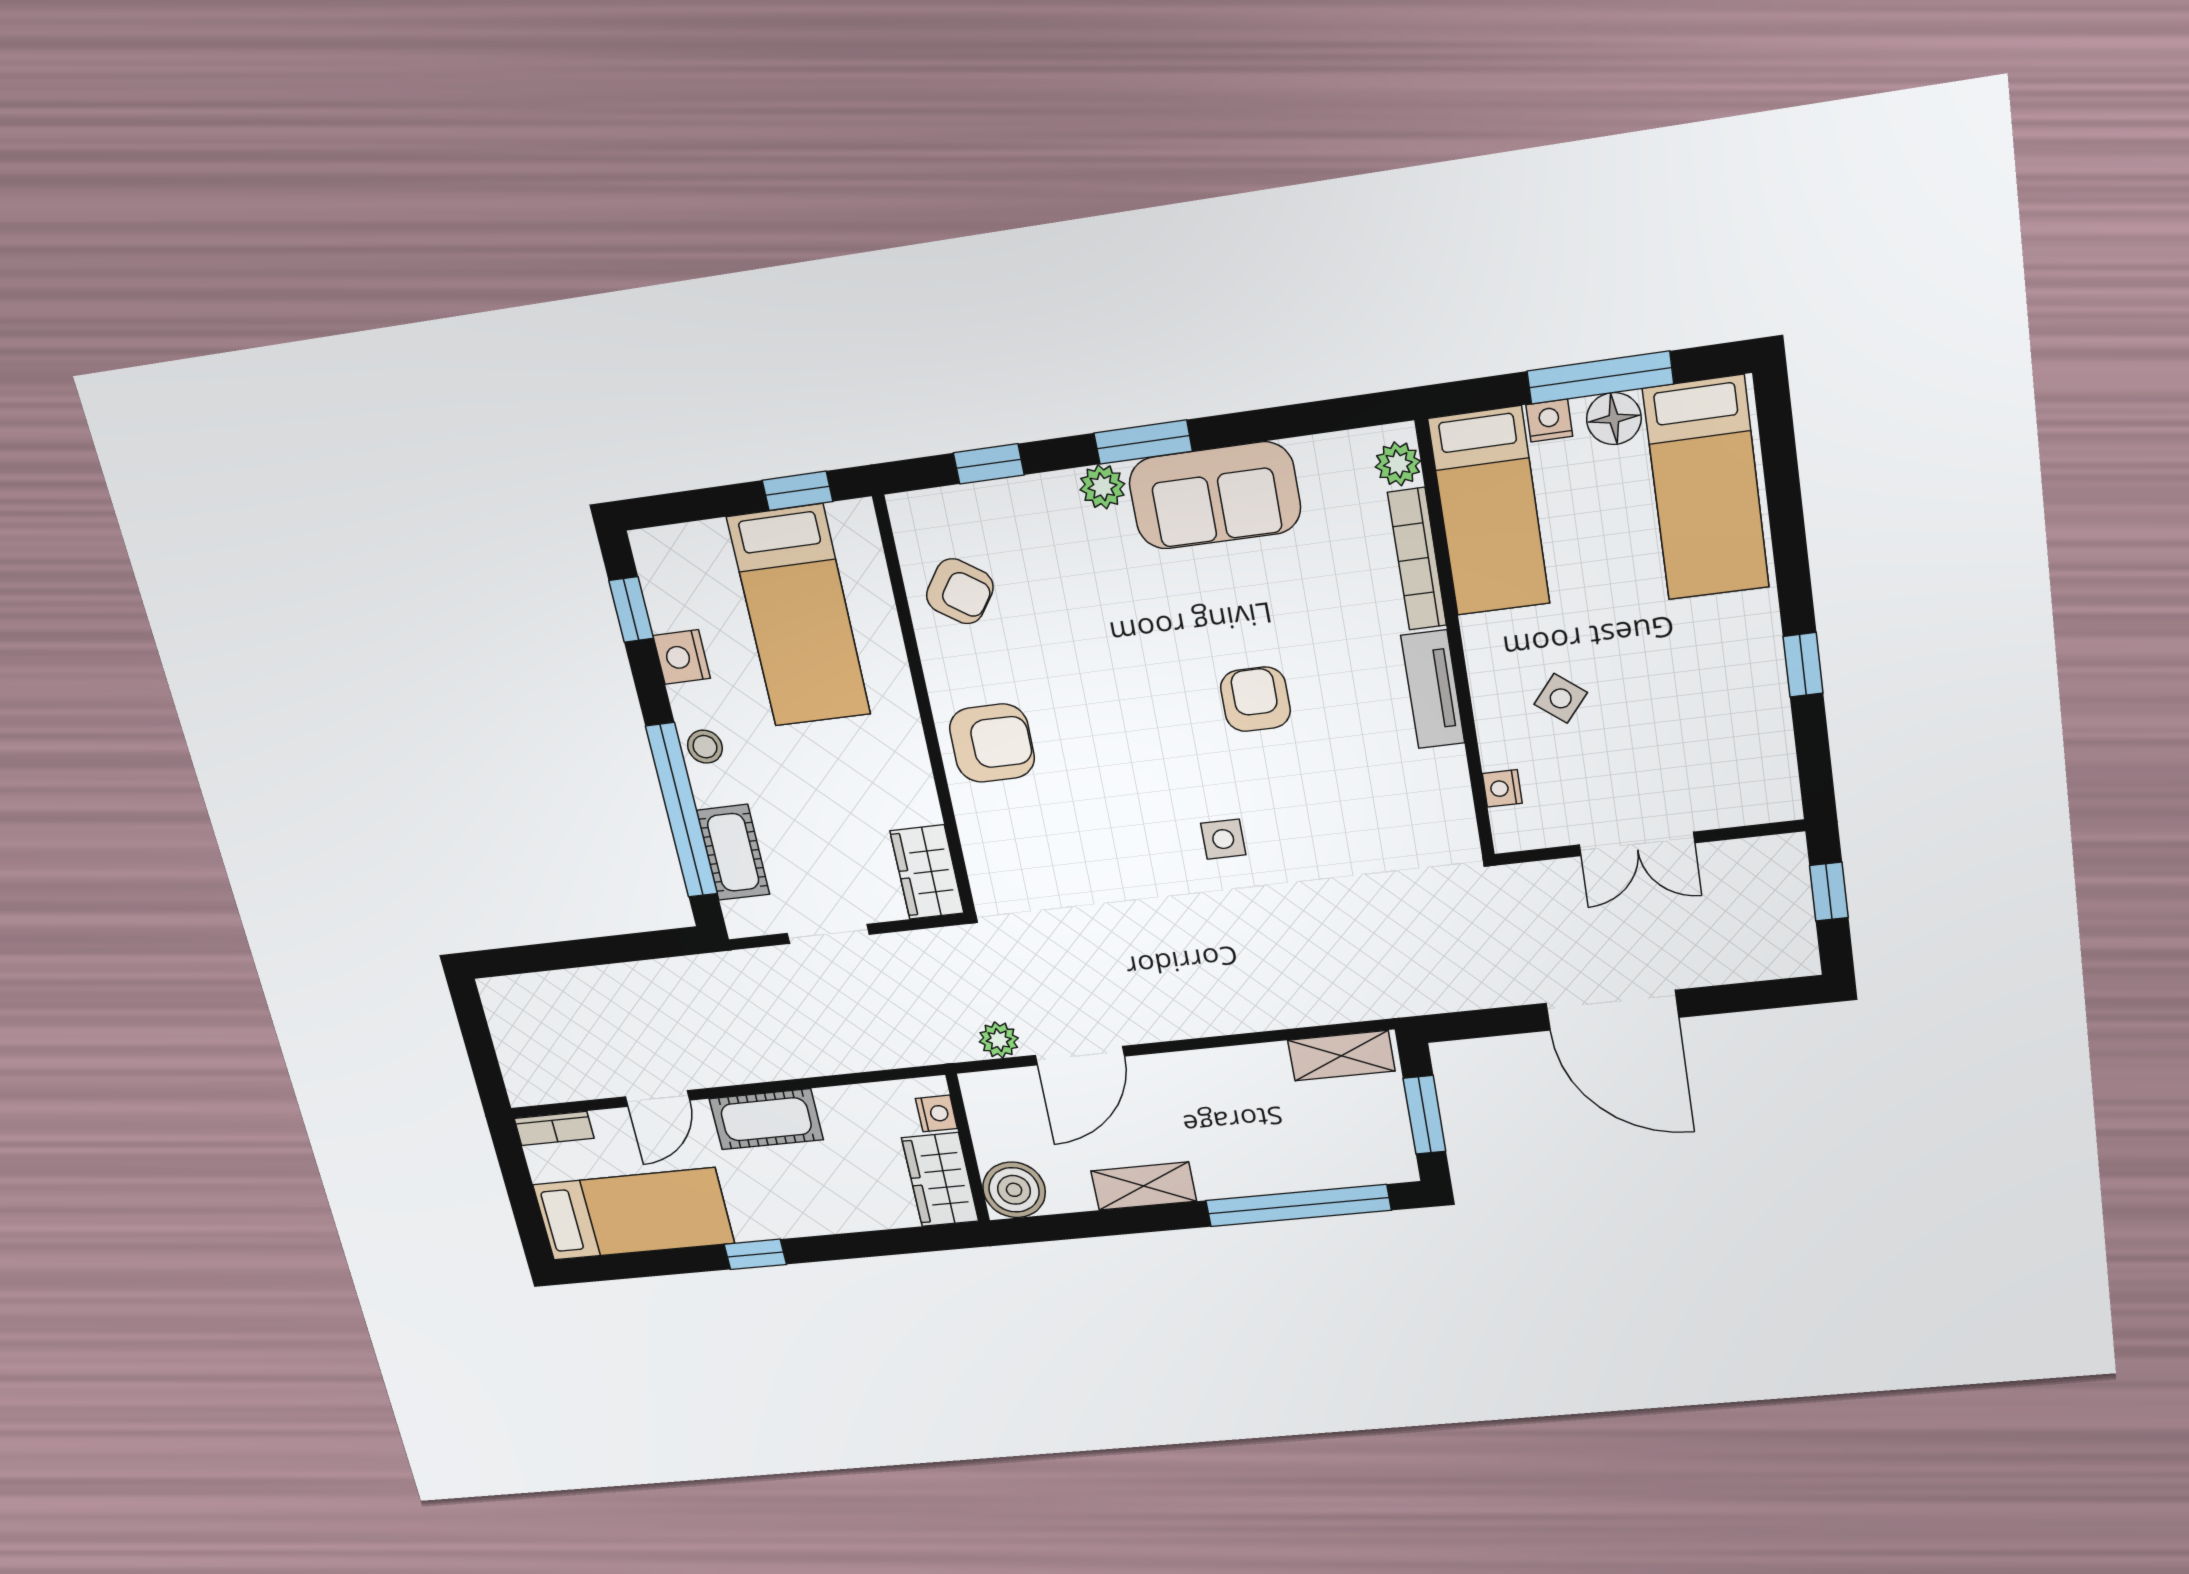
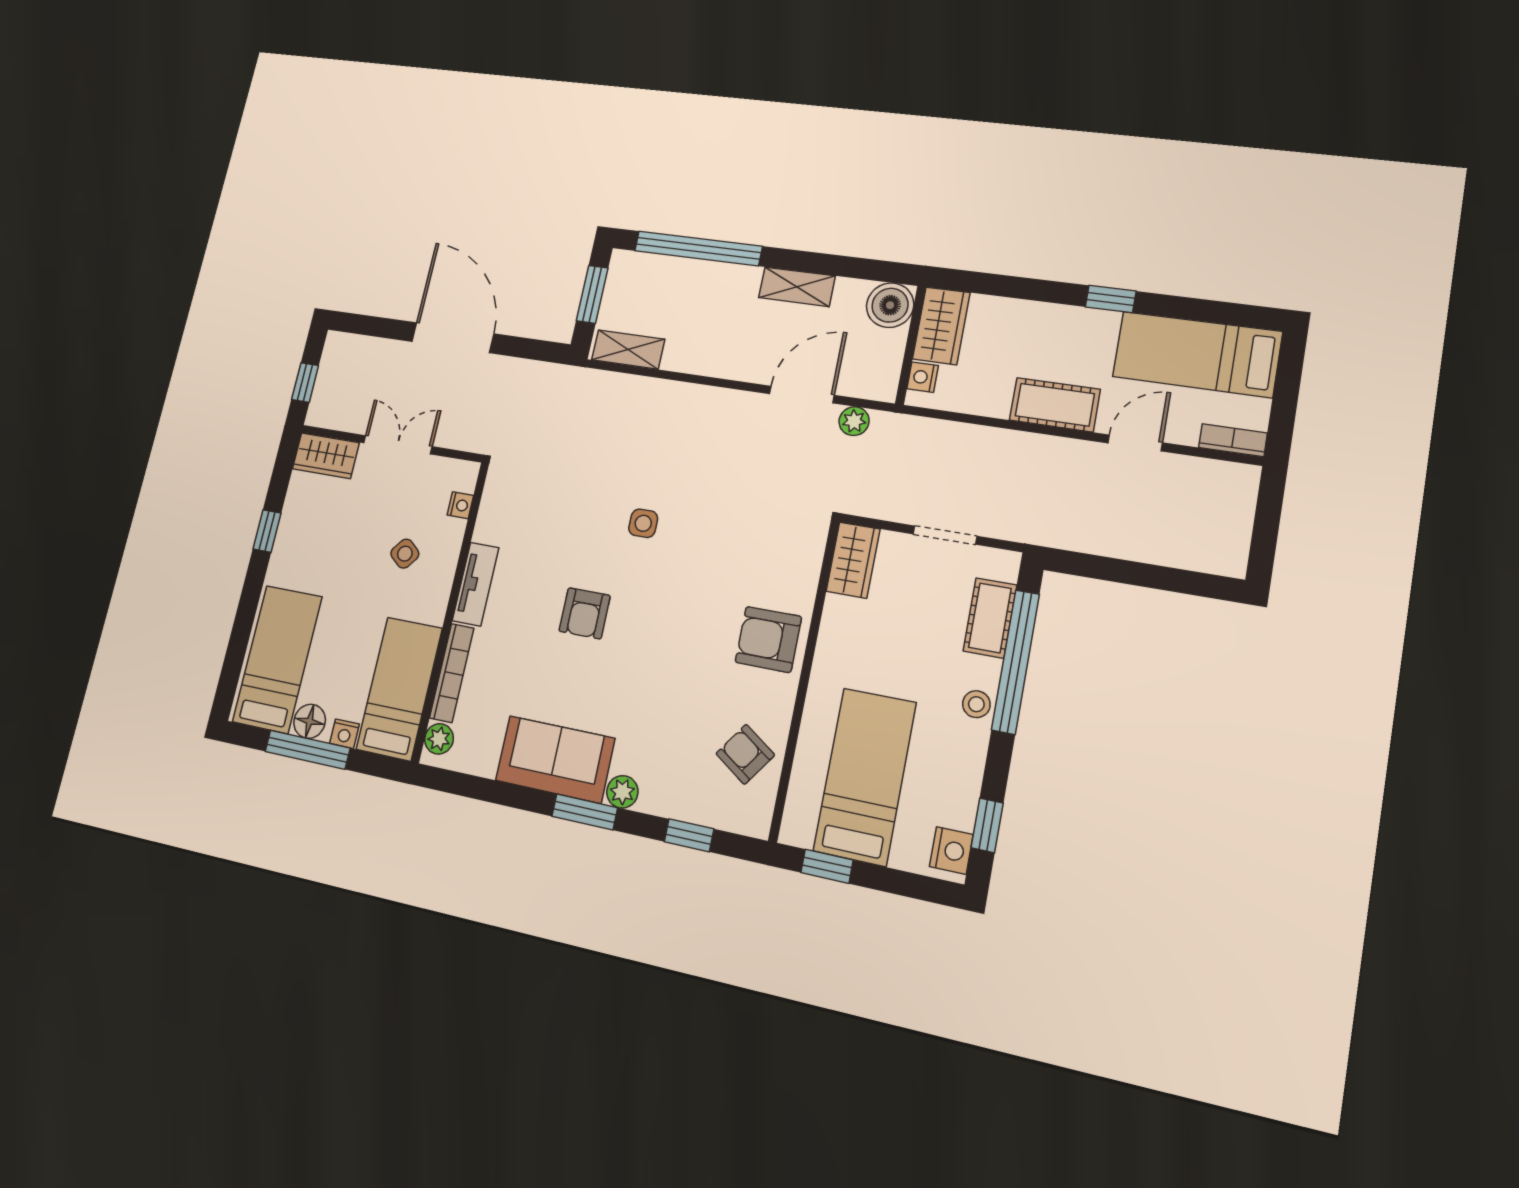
nightstand: (682, 657) -> (951, 851), moved
wardrobe: (1749, 798) -> (326, 456), added

